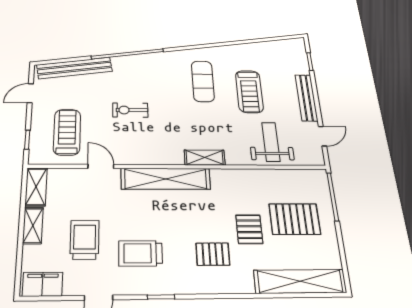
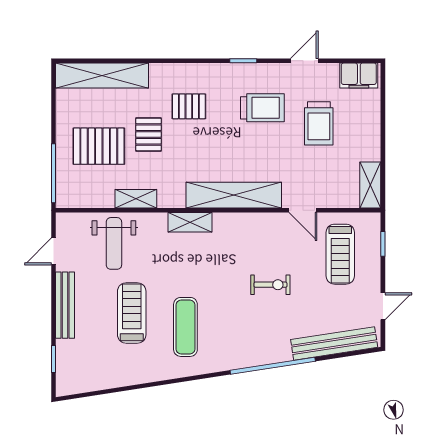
shelving: (33, 226) -> (136, 199), moved, turned 90

